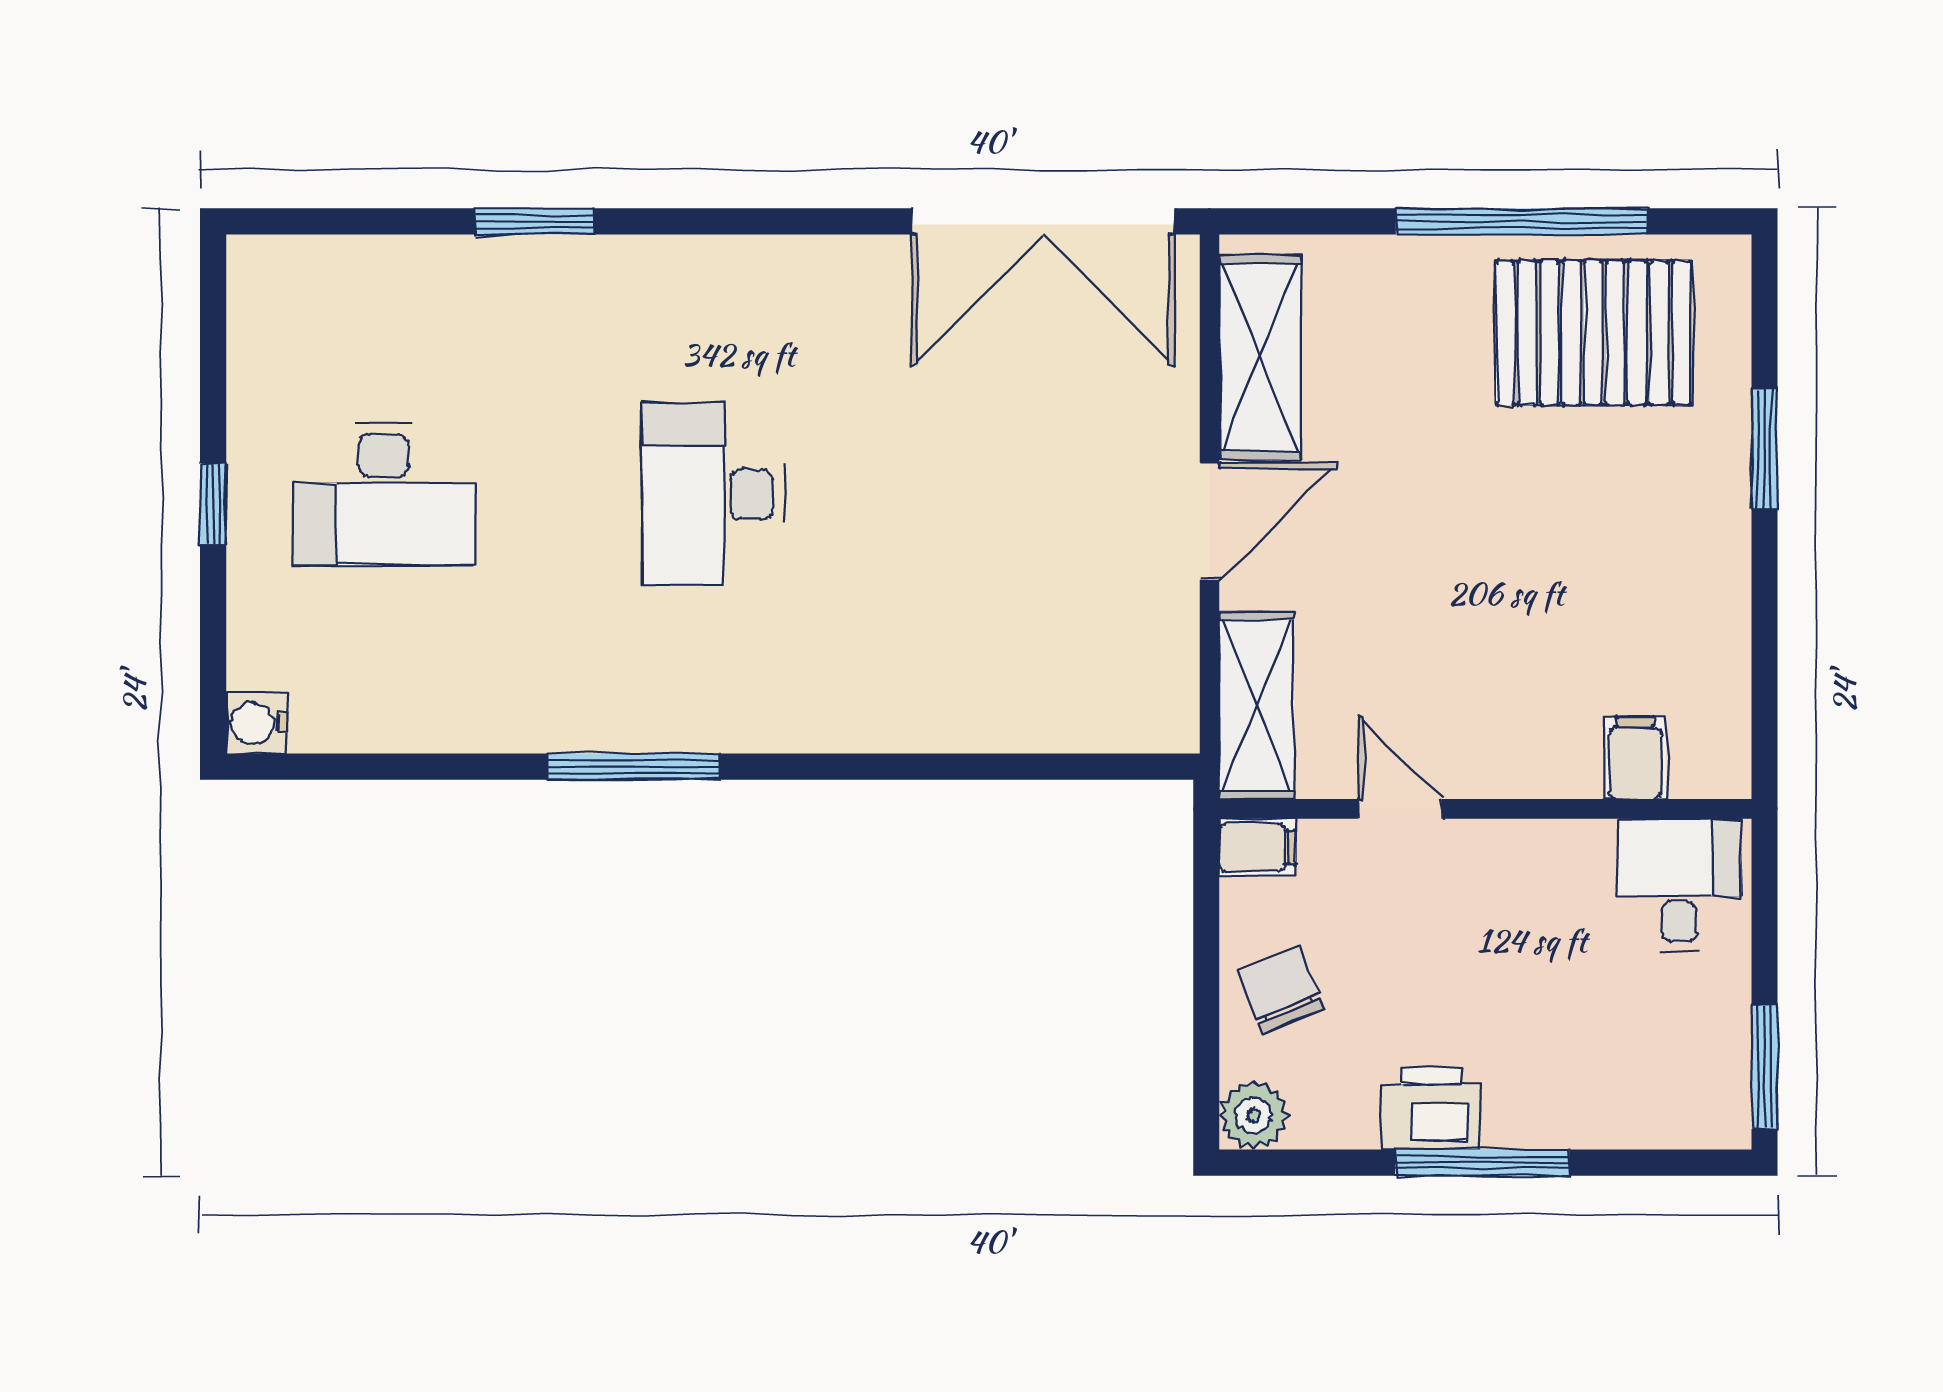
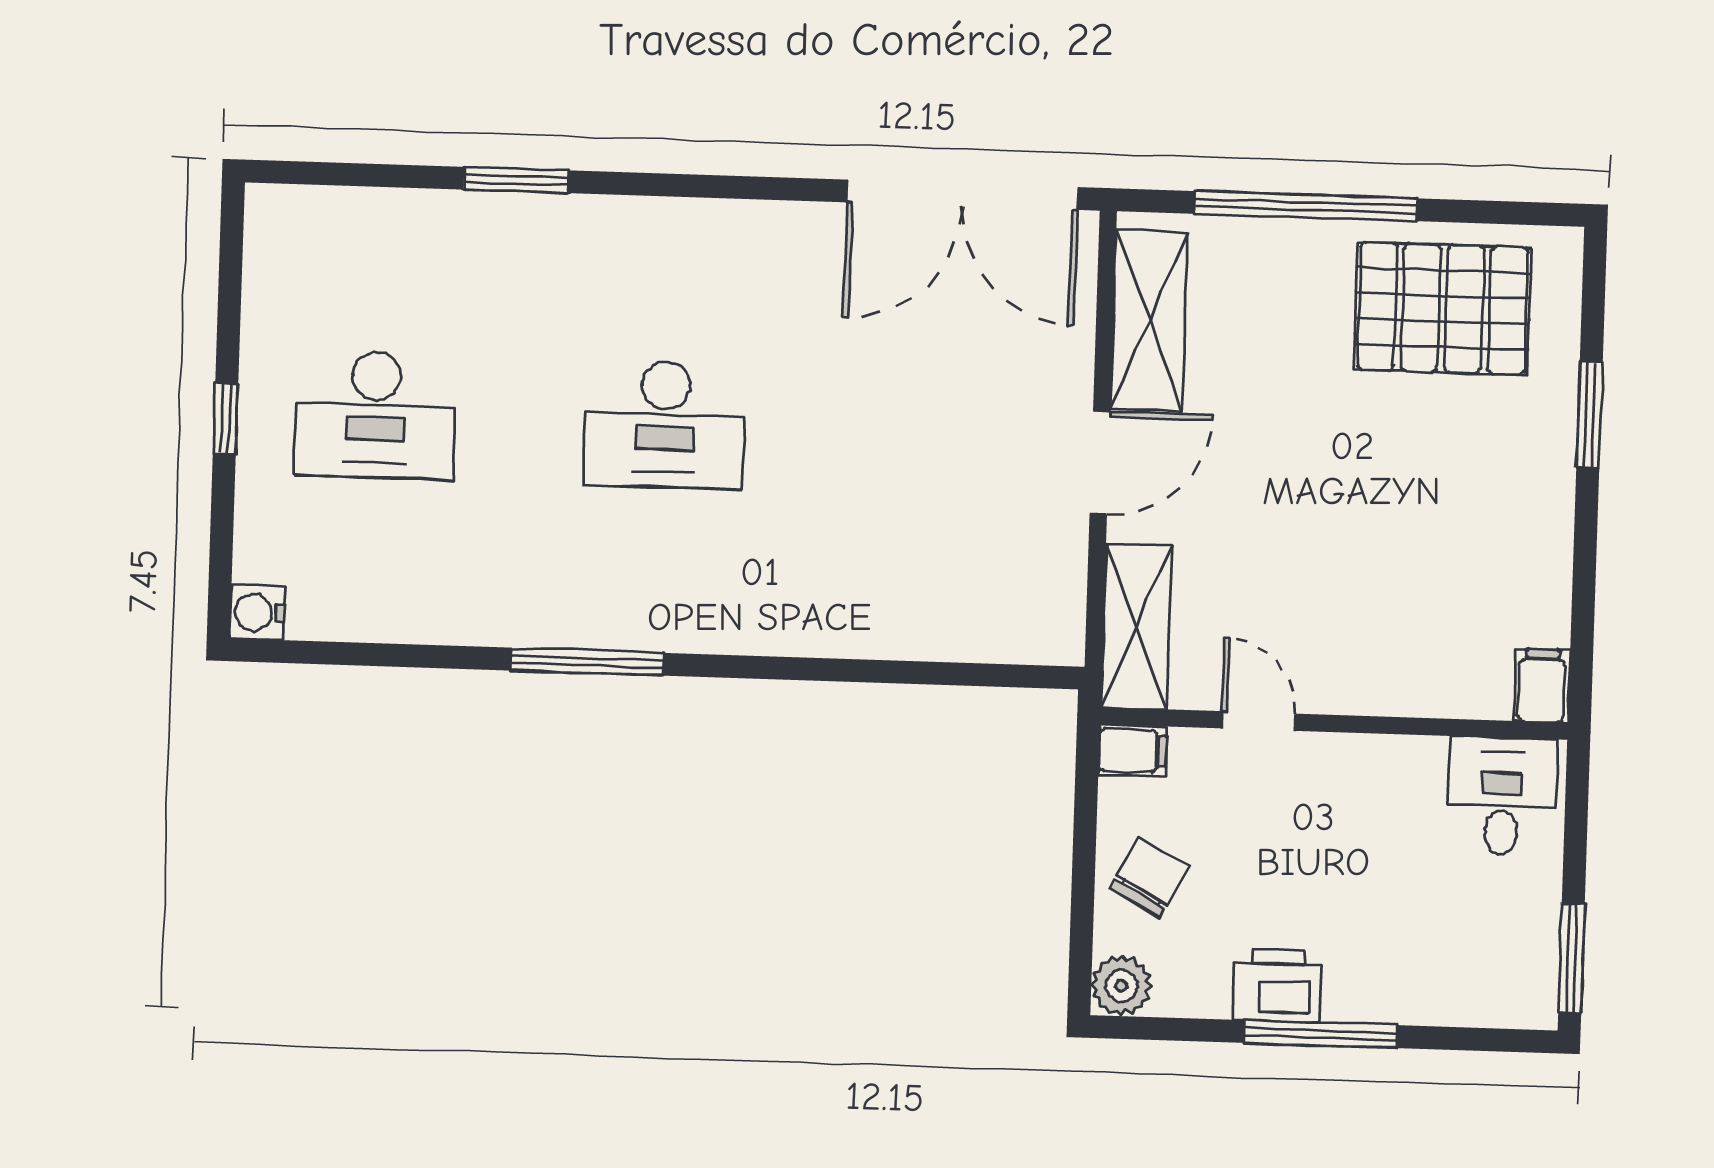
window: (1522, 221) -> (1306, 206), moved
desk: (713, 494) -> (665, 425), turned -90
filing cabinet: (1635, 758) -> (1542, 686), moved
chair: (1281, 990) -> (1149, 877), turned 50

